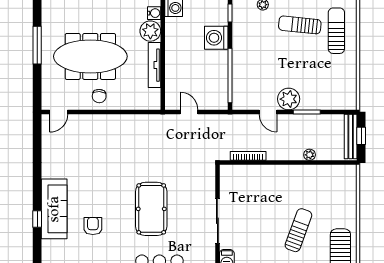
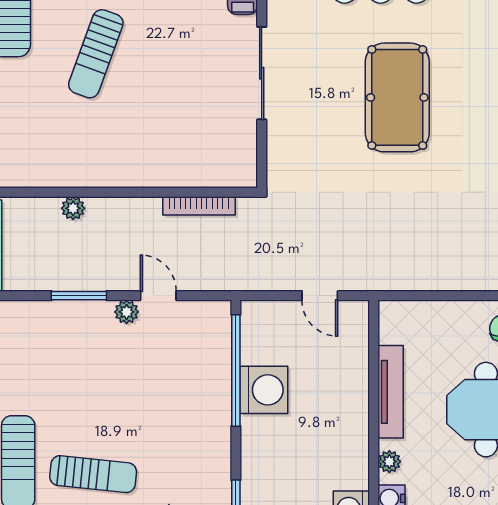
plant: (150, 31) -> (389, 462), width x0.53, depth x0.53
washing machine: (216, 38) -> (264, 390), moved
plant: (289, 99) -> (127, 312), width x0.53, depth x0.53

